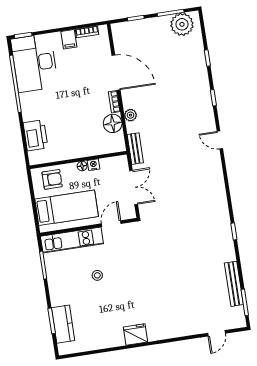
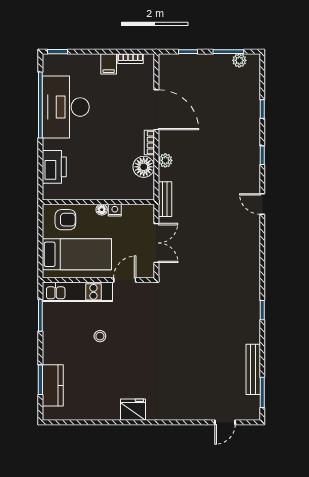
plant: (182, 24) -> (239, 60), width x0.53, depth x0.53
desk: (35, 63) -> (66, 107), moved

